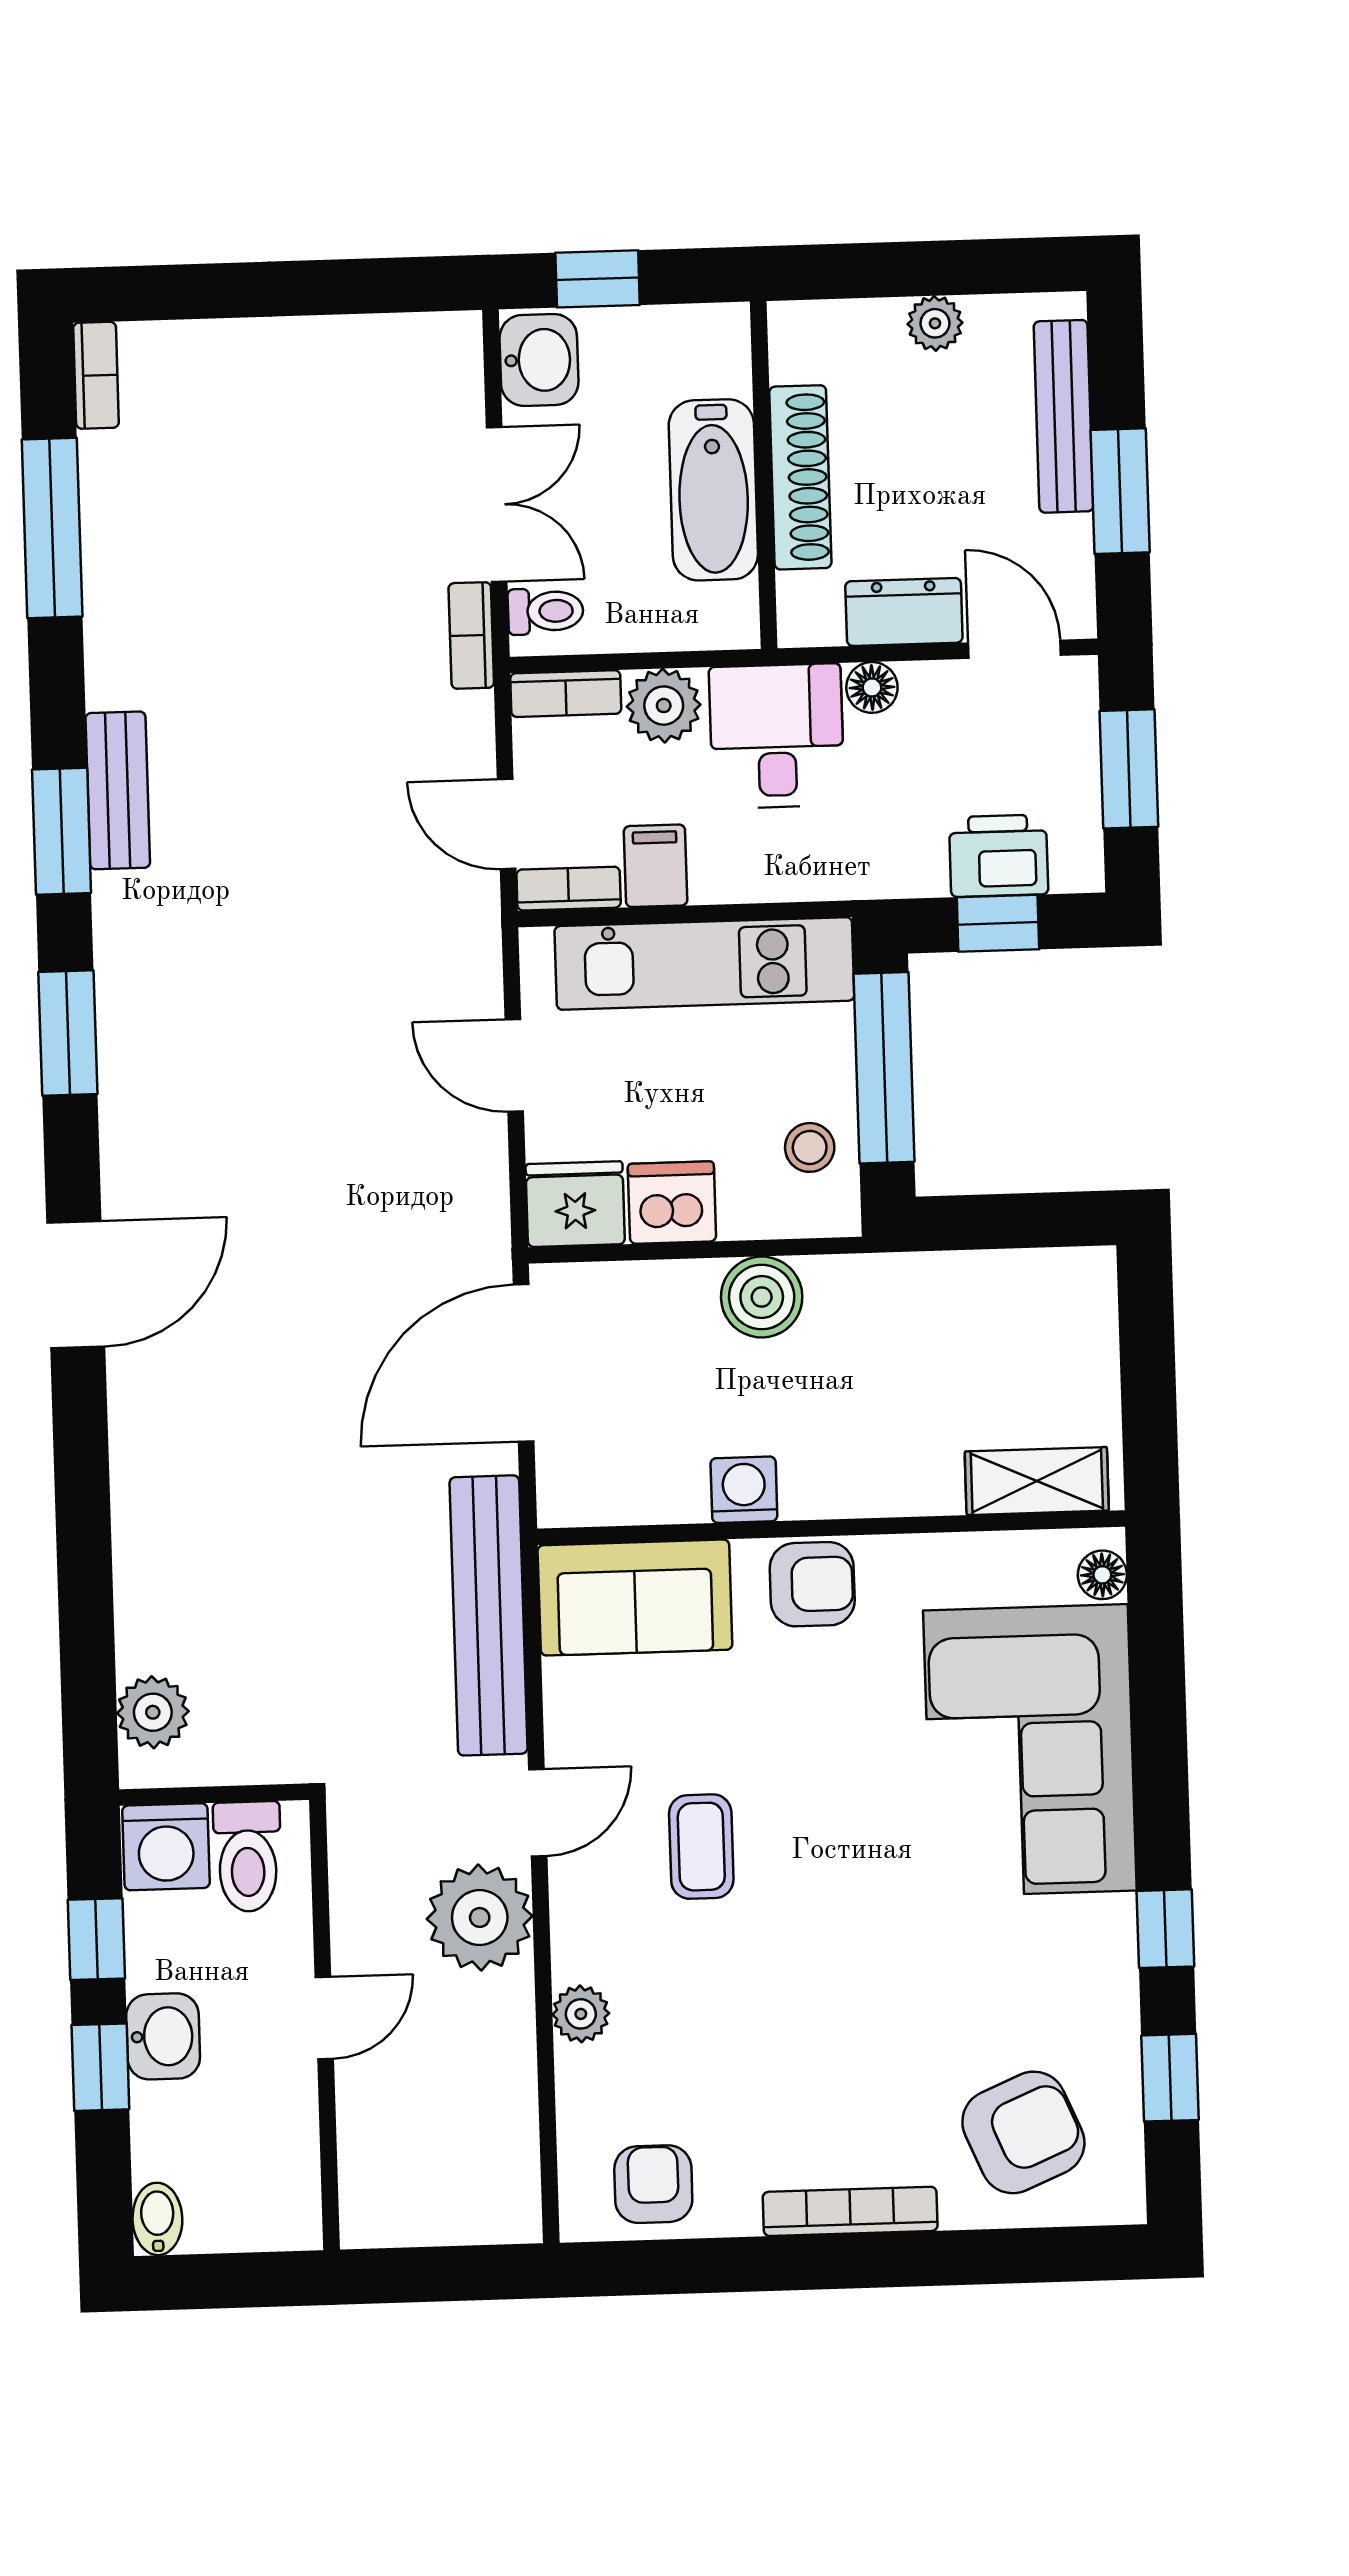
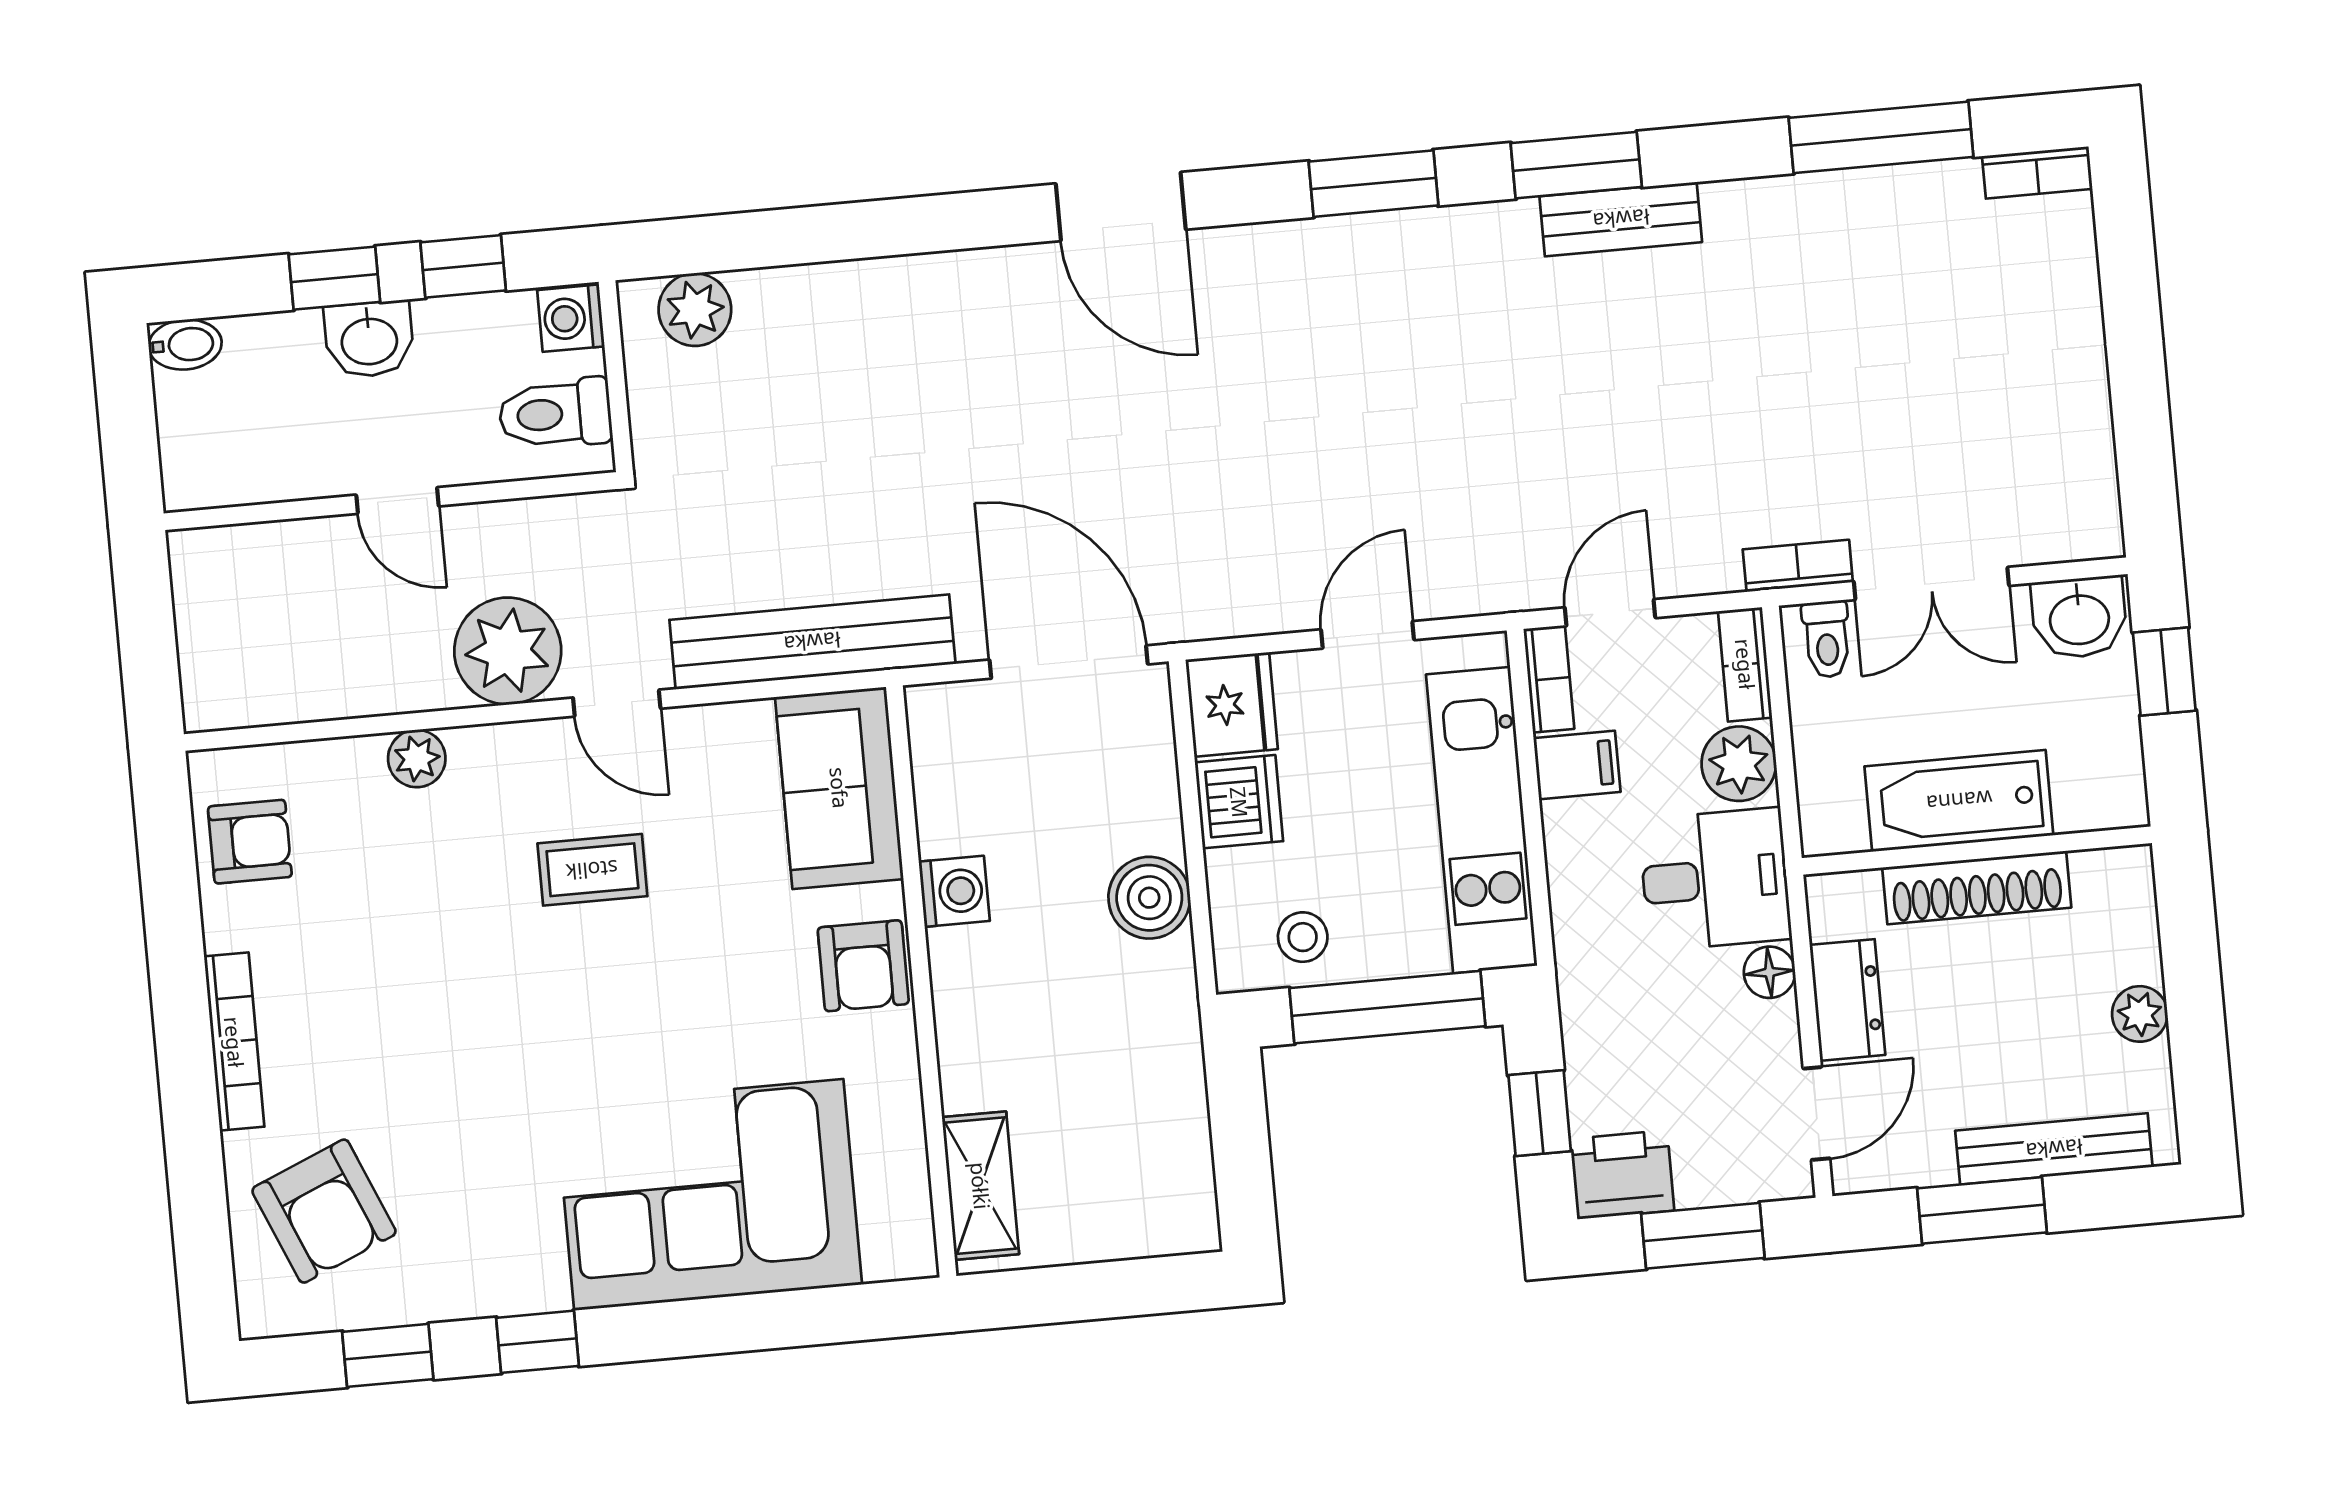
printer: (999, 856) -> (1622, 1175), moved, turned -90
floor lamp: (1102, 1575) -> (890, 1257), removed
washing machine: (166, 1847) -> (571, 318), width x0.73, depth x0.73

